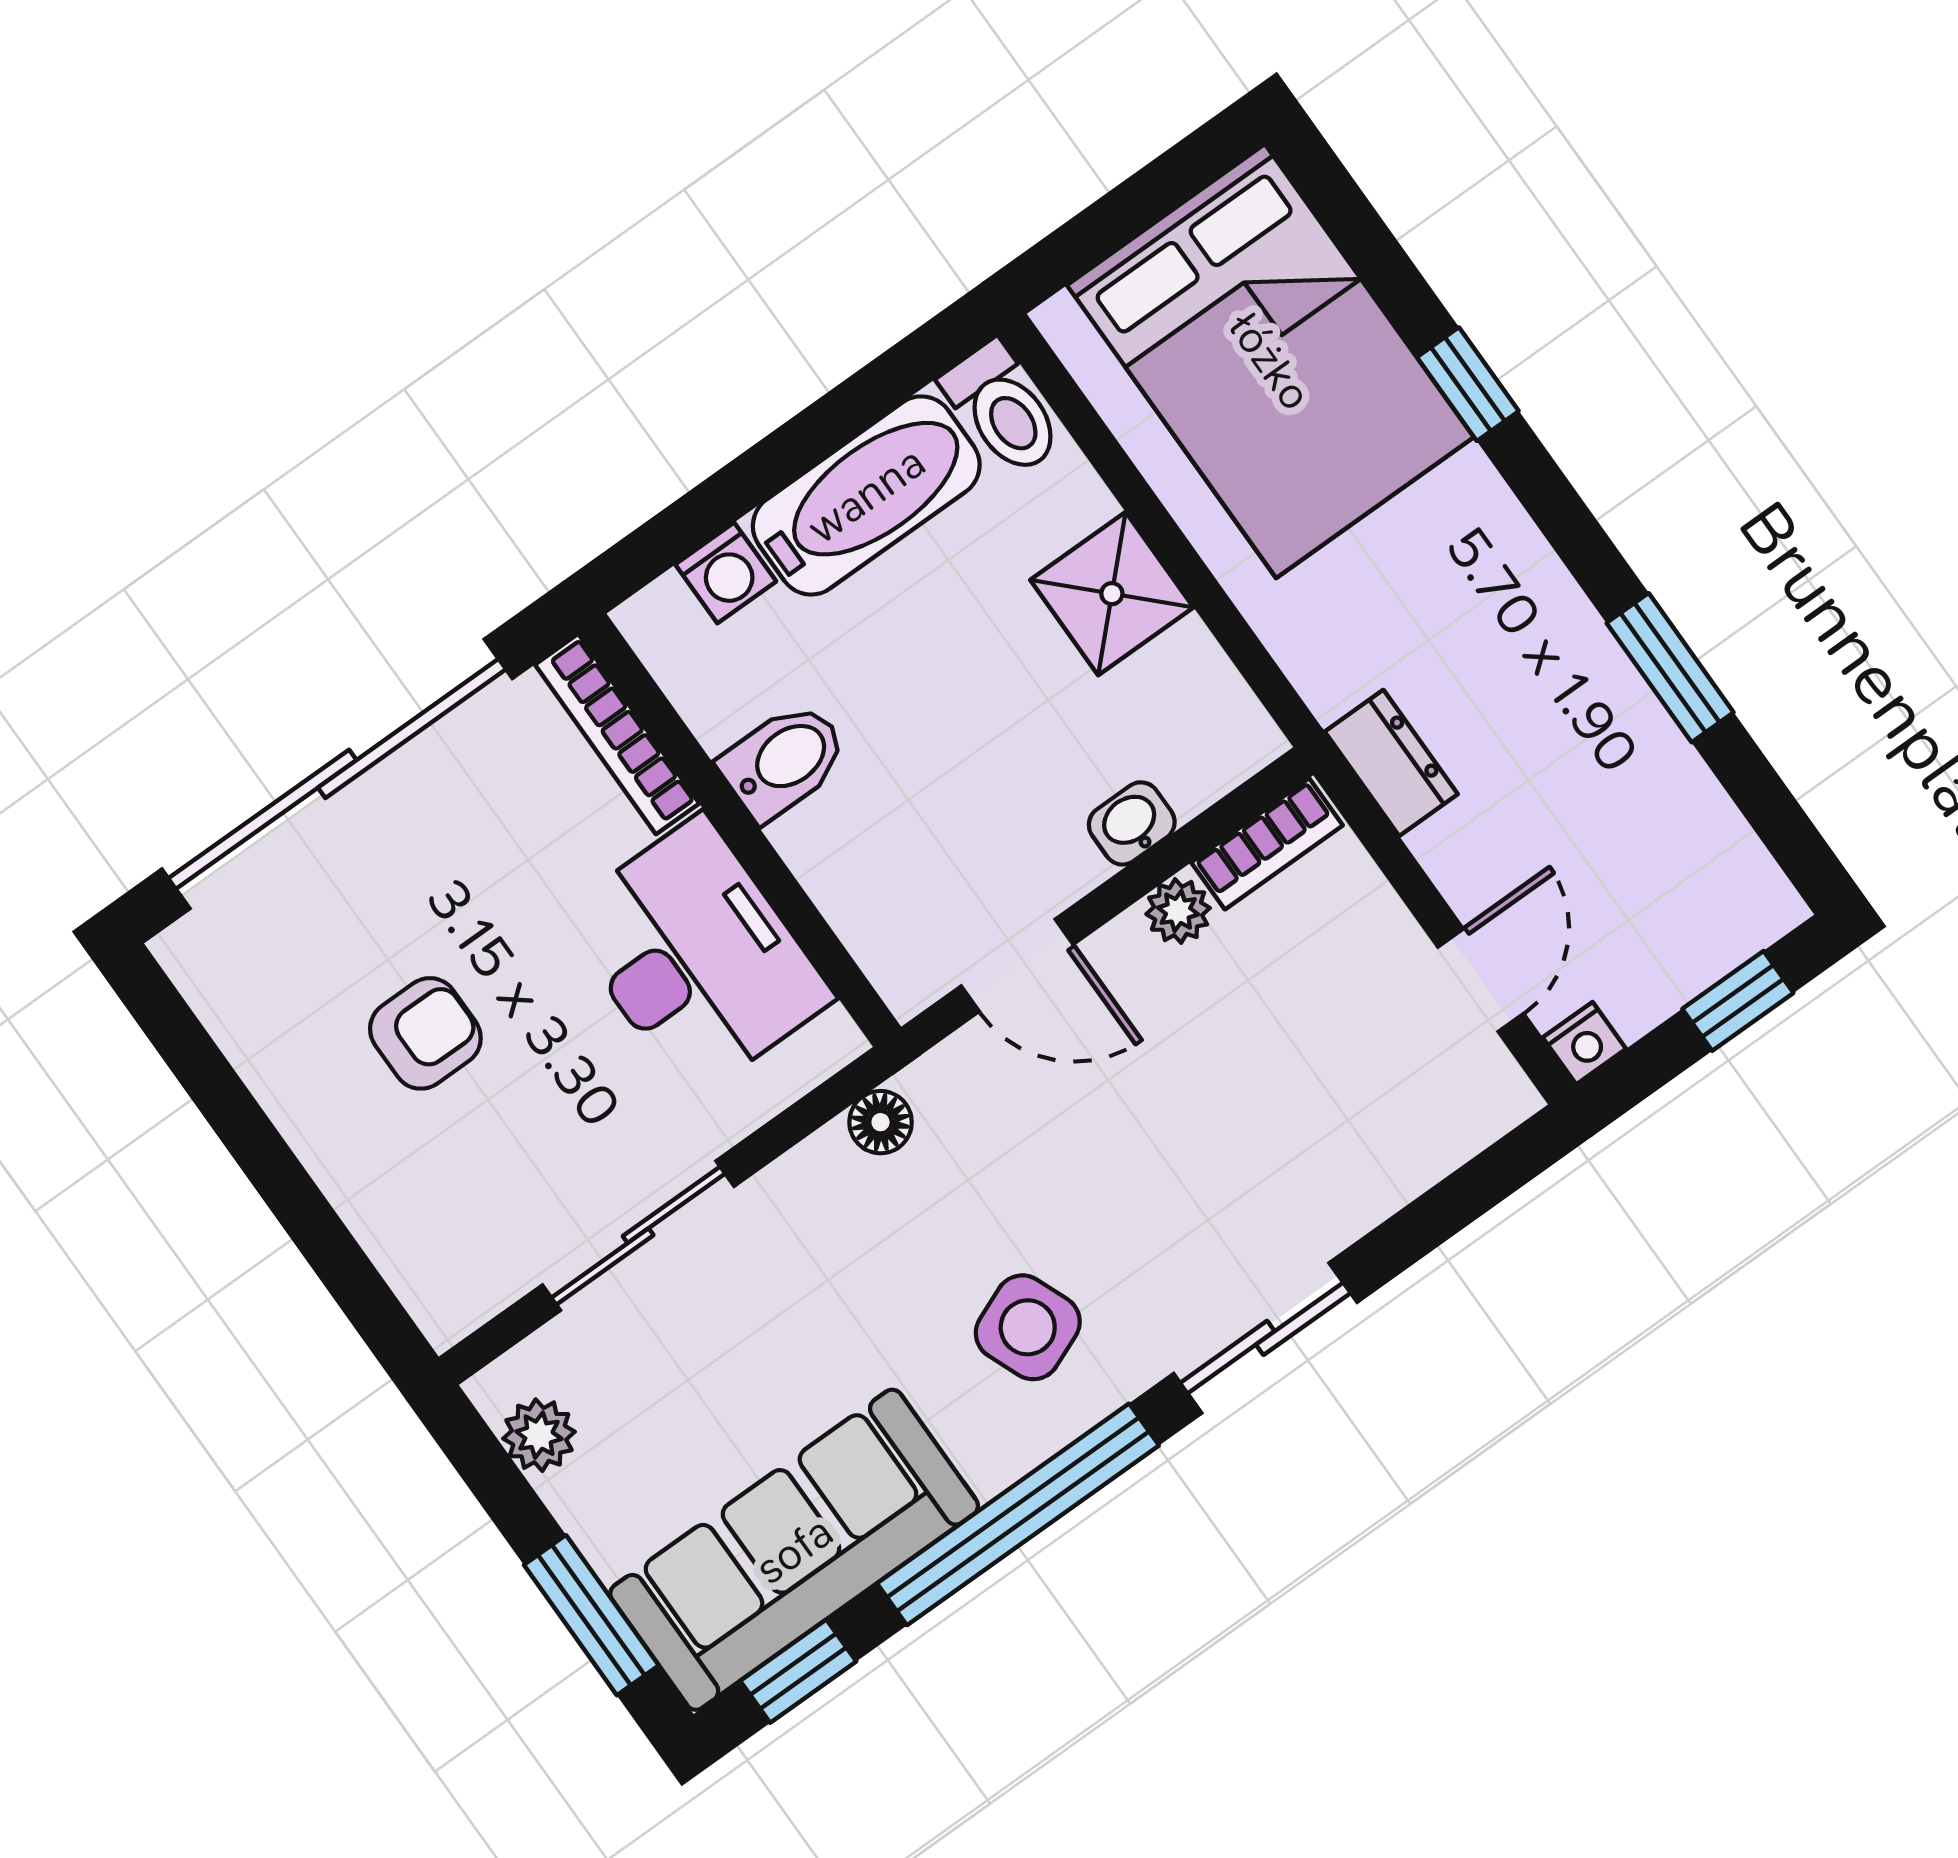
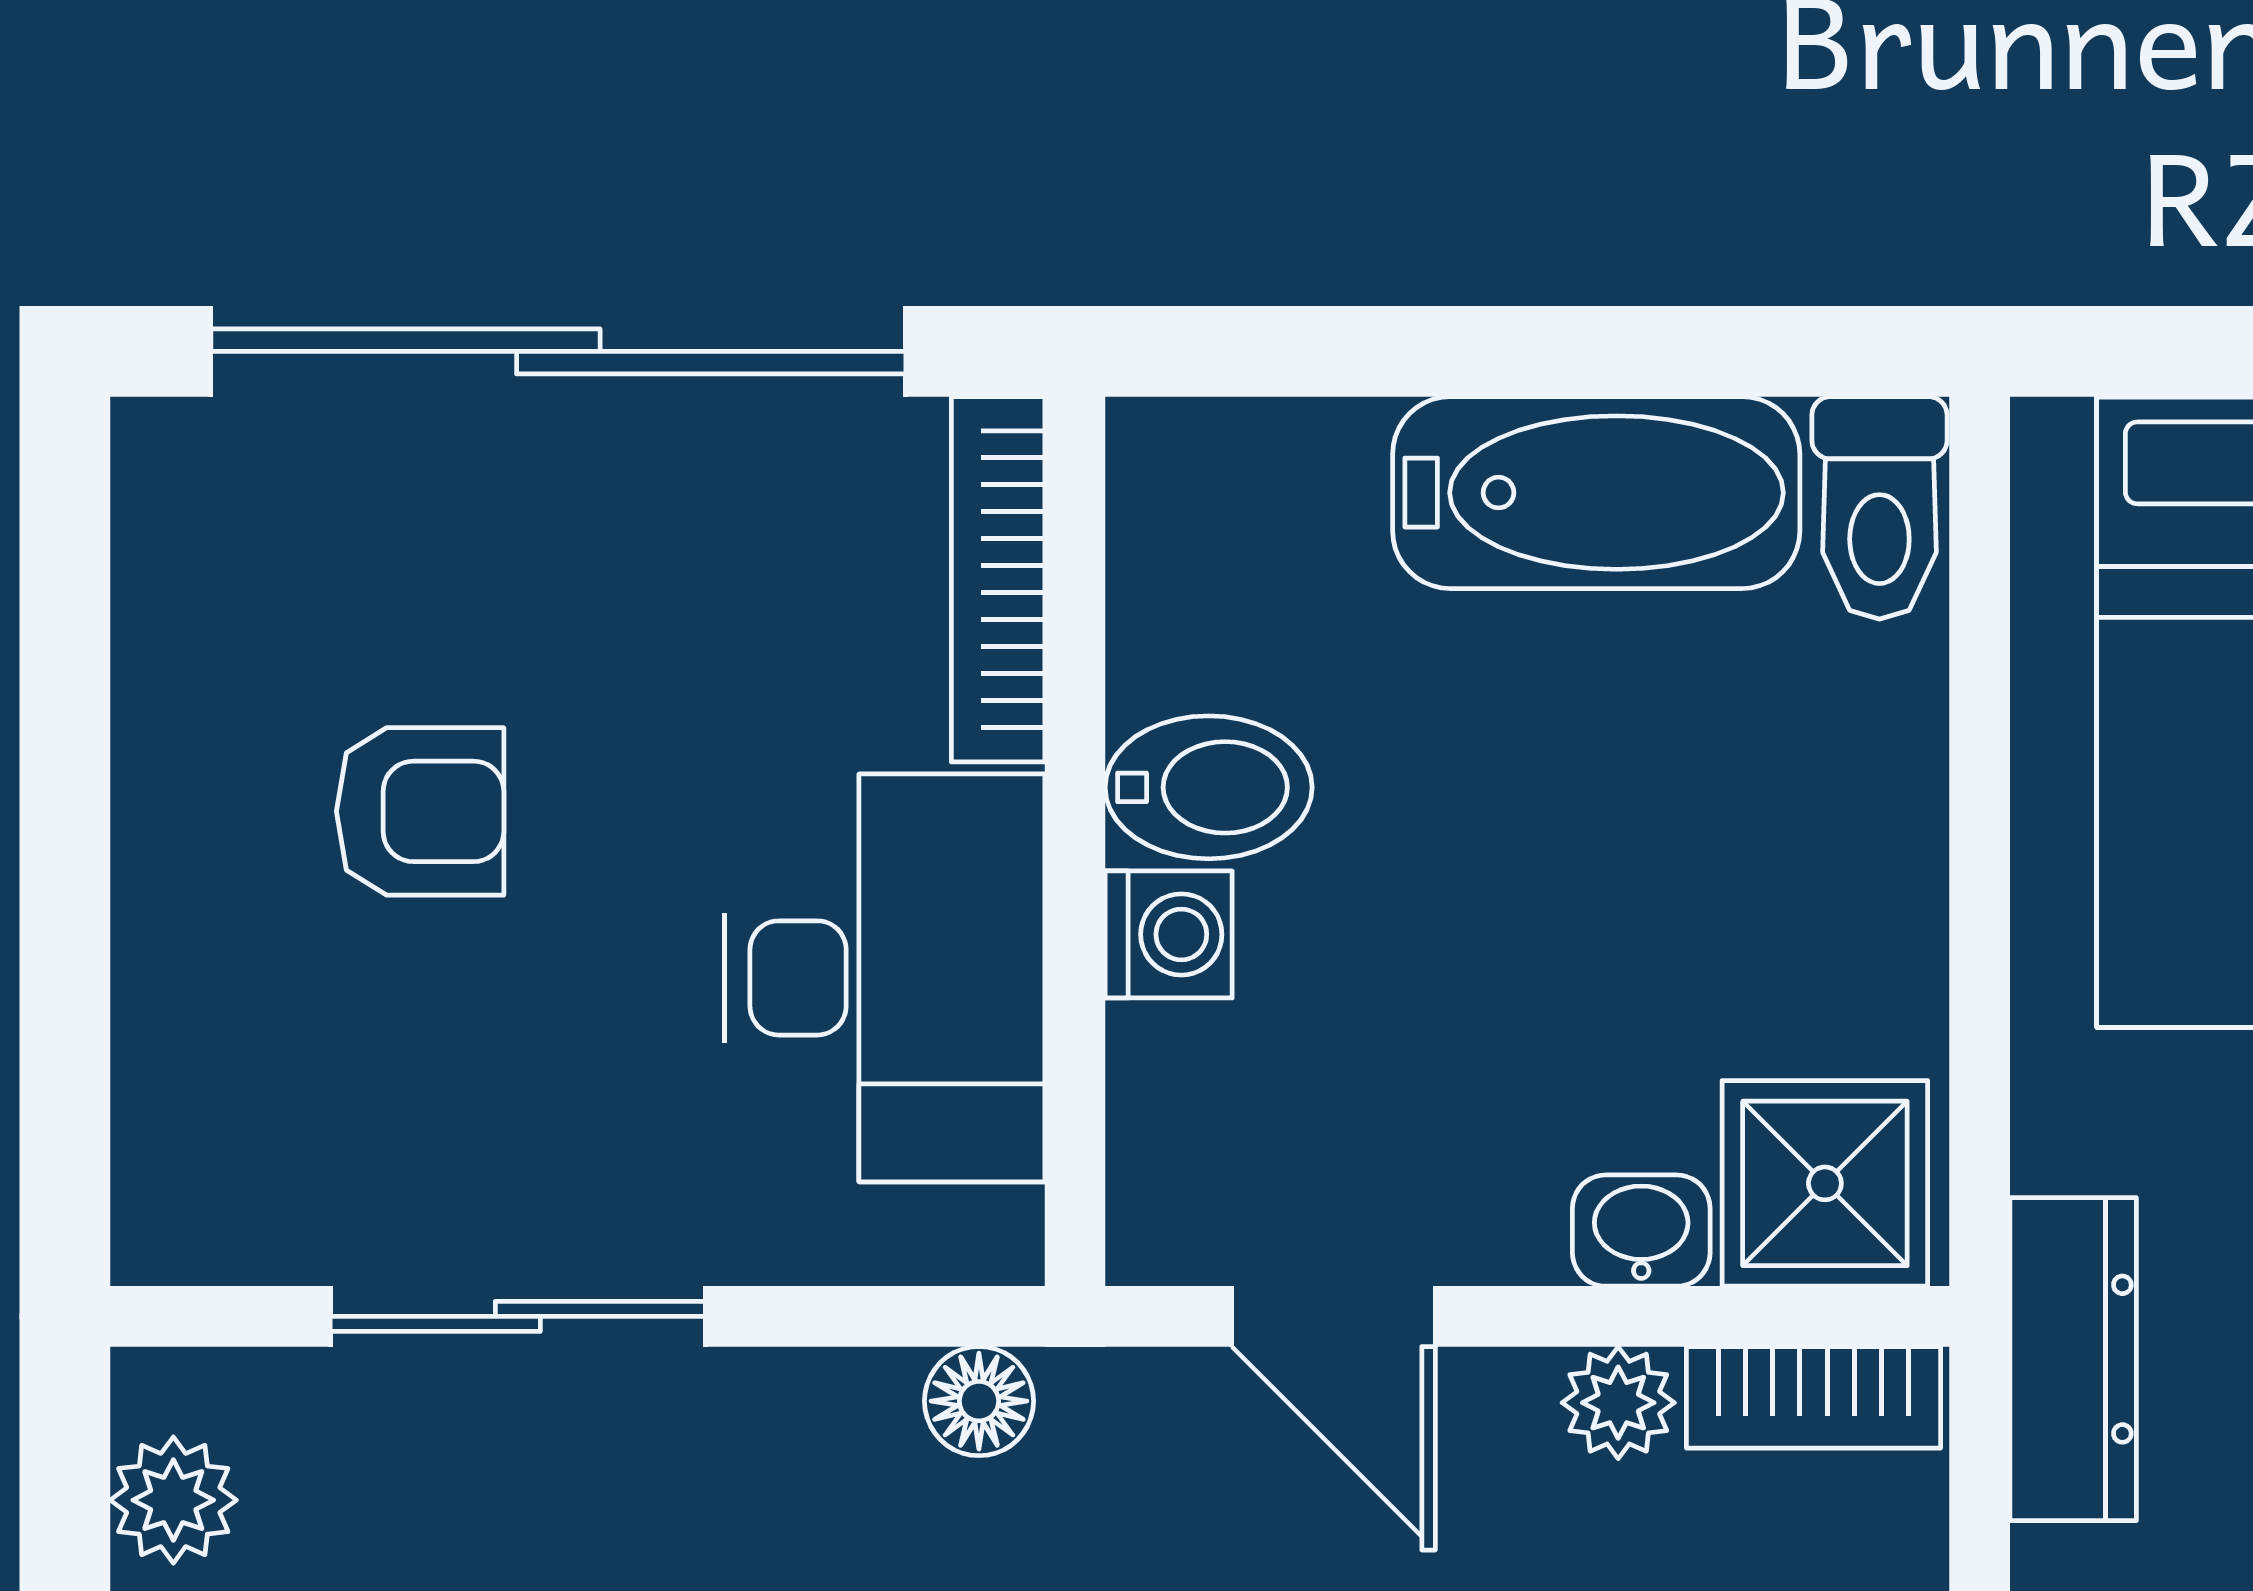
washing machine: (726, 573) -> (1169, 934), moved, turned -90
shower: (1112, 594) -> (1825, 1183), moved
dresser: (1391, 763) -> (2073, 1359), width x1.44

